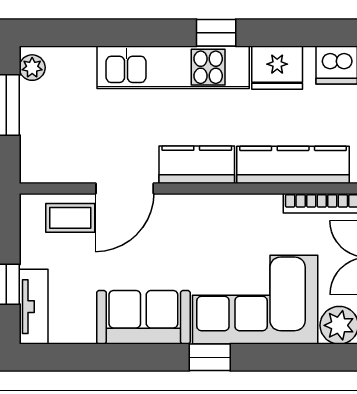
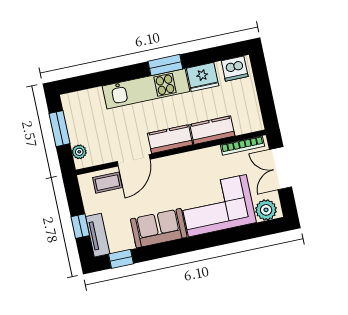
window: (216, 33) -> (165, 65), width x1.50
plant: (32, 68) -> (79, 152), moved
kitchen counter: (293, 165) -> (212, 130), width x0.67
window: (210, 357) -> (121, 259), moved

